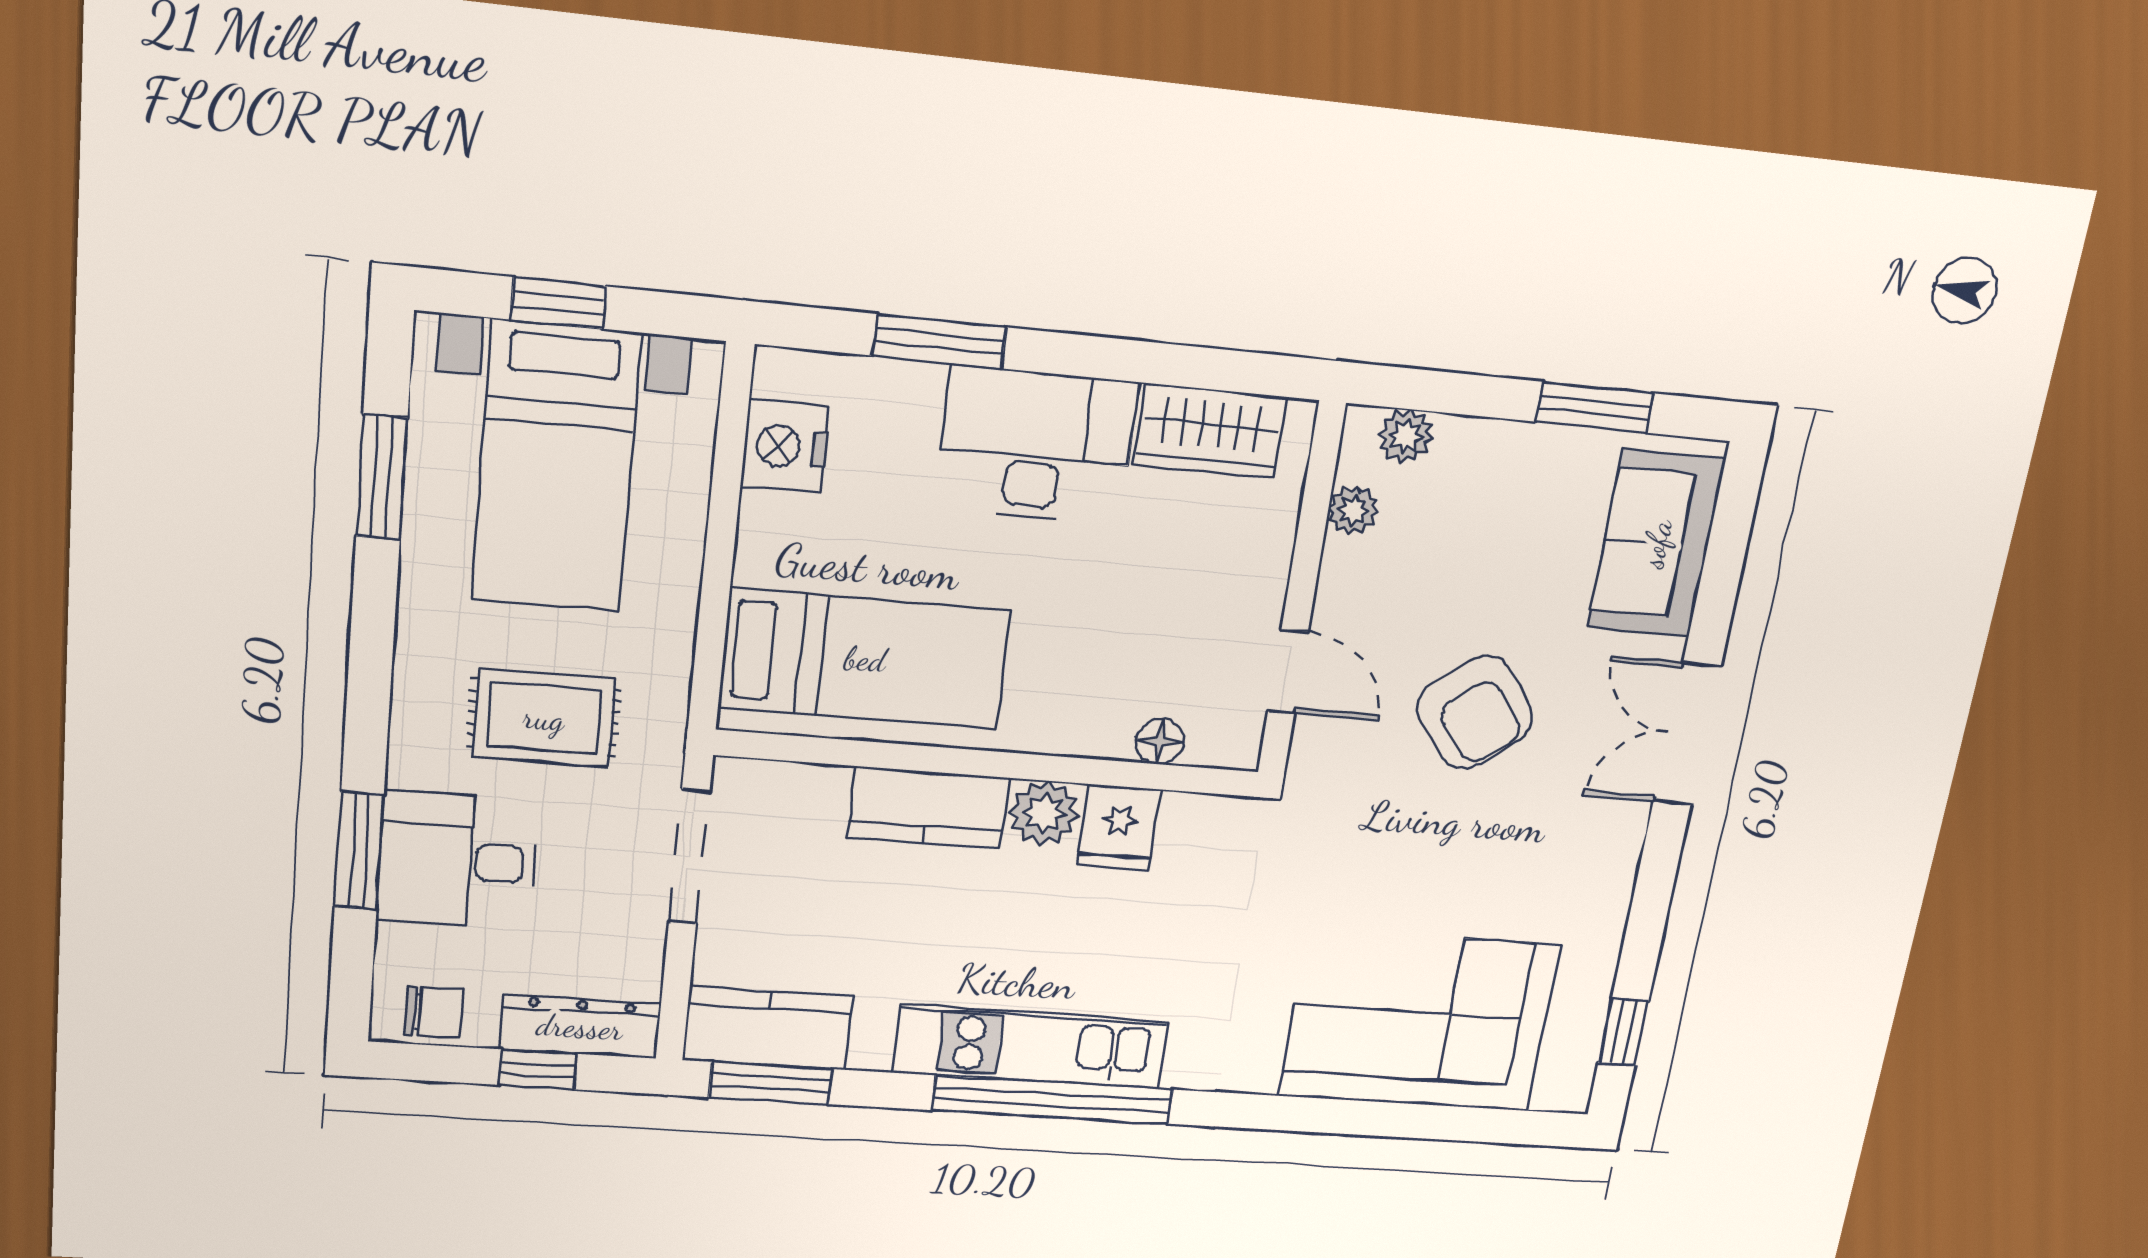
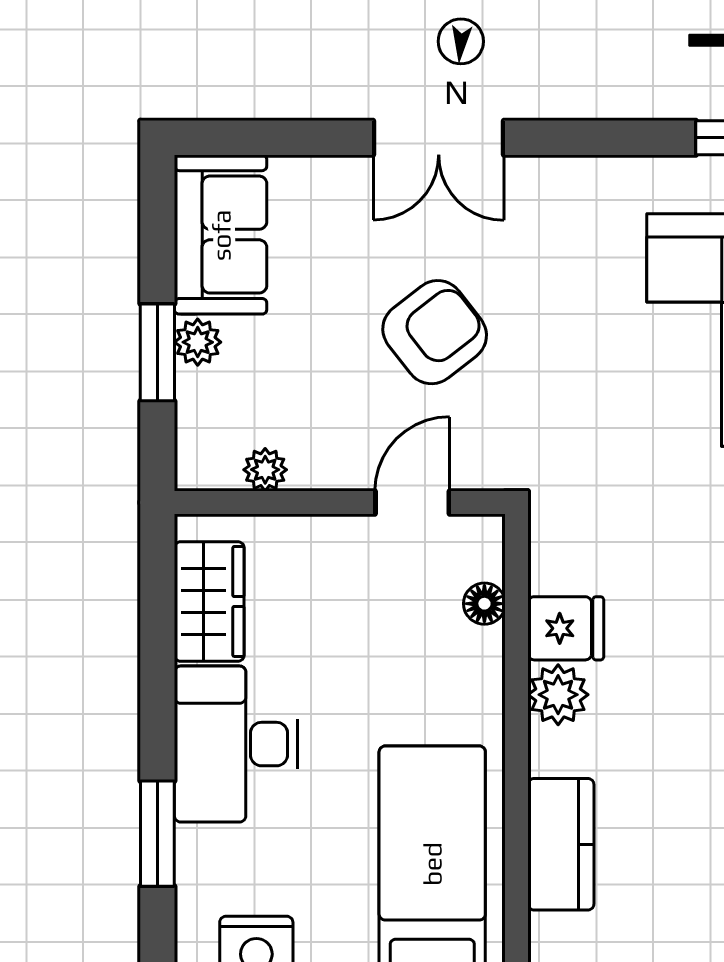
window: (1595, 407) -> (157, 352), moved
plant: (1406, 436) -> (198, 342), moved
sofa: (1656, 544) -> (221, 235), moved, turned -90
kitchen counter: (928, 808) -> (561, 844), moved

